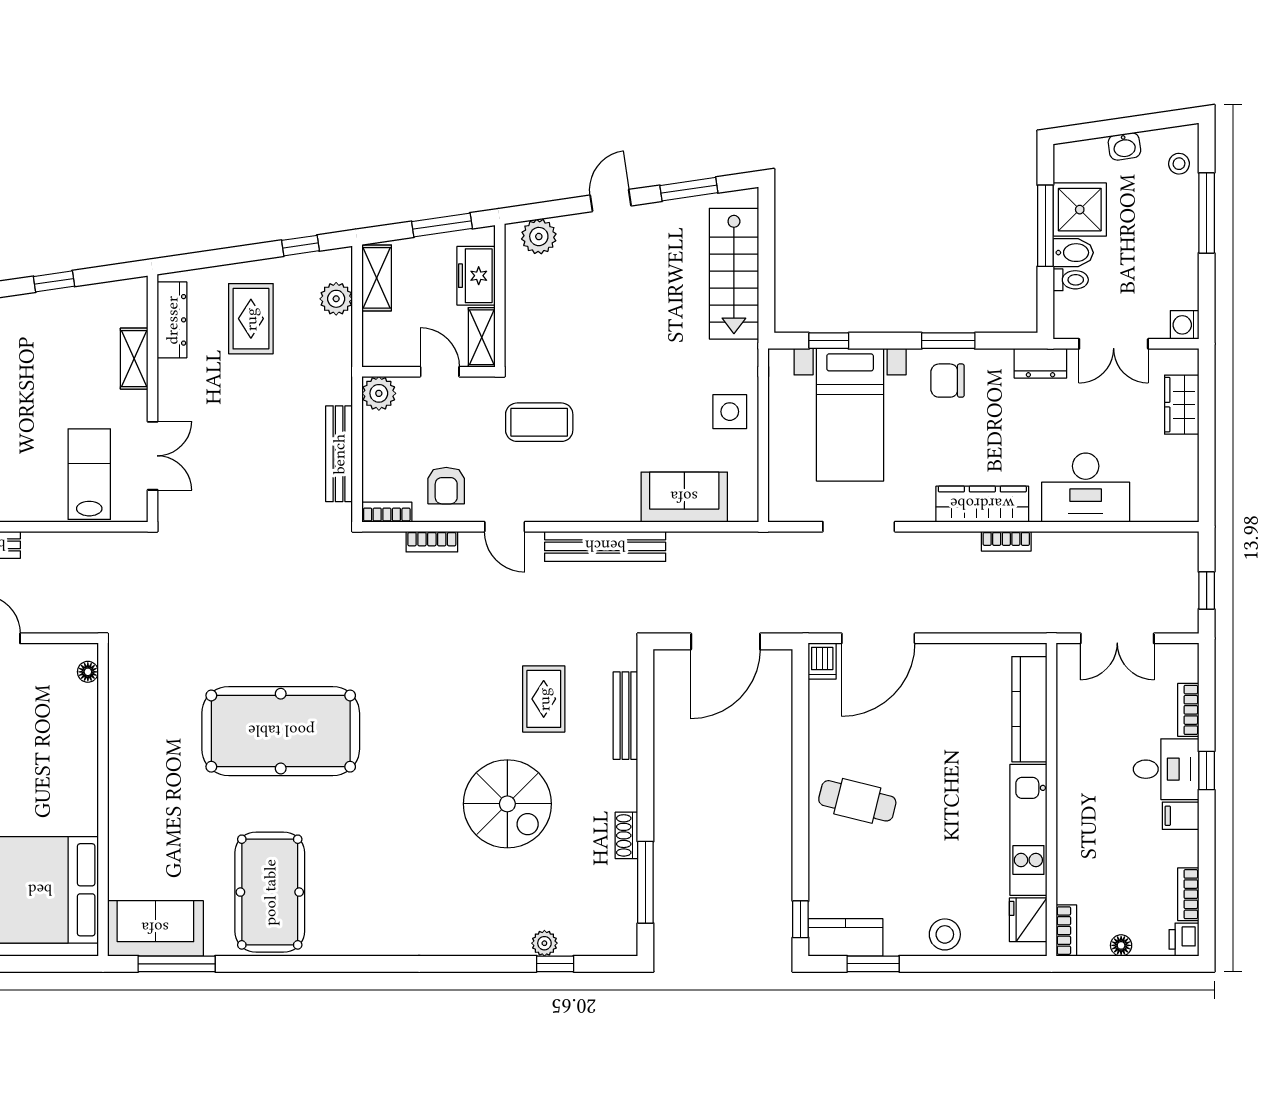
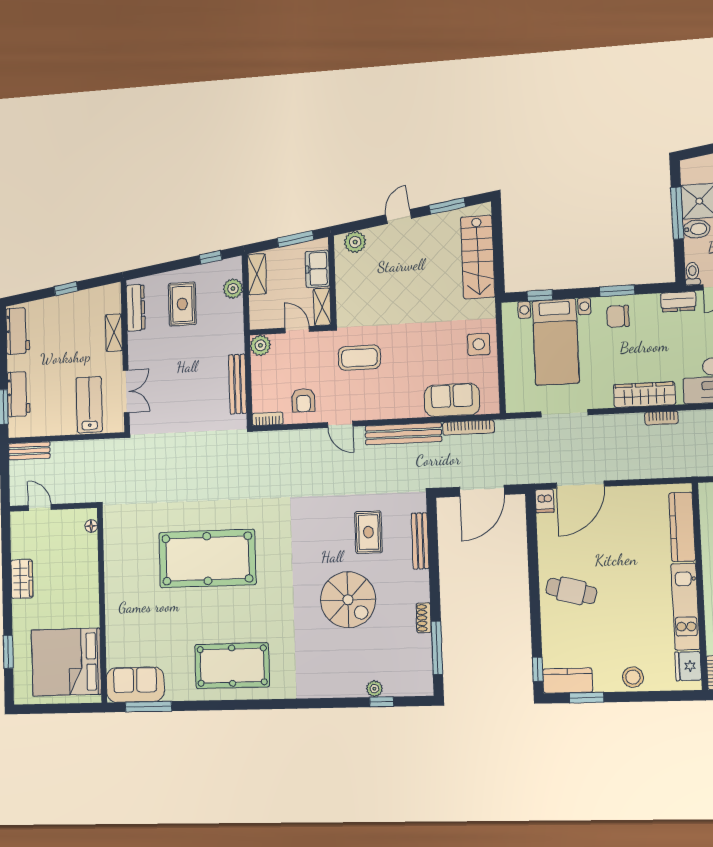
toilet: (1071, 280) -> (692, 274), moved, turned -90
bookcase: (432, 542) -> (468, 428), moved, width x1.56
pool table: (270, 892) -> (232, 666), moved, turned 90

